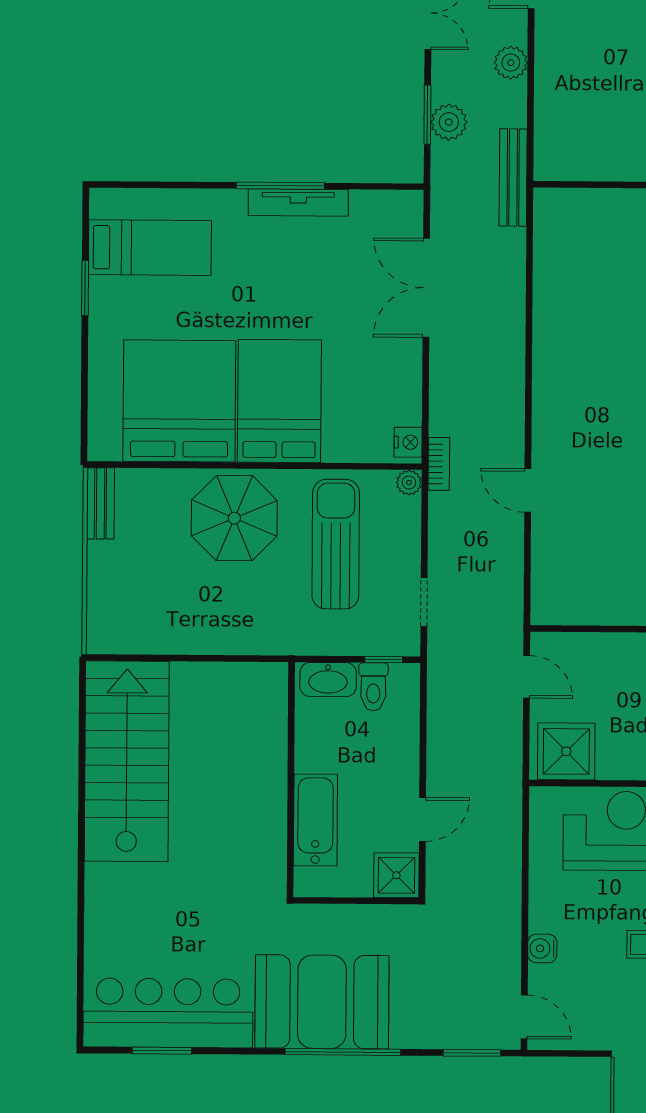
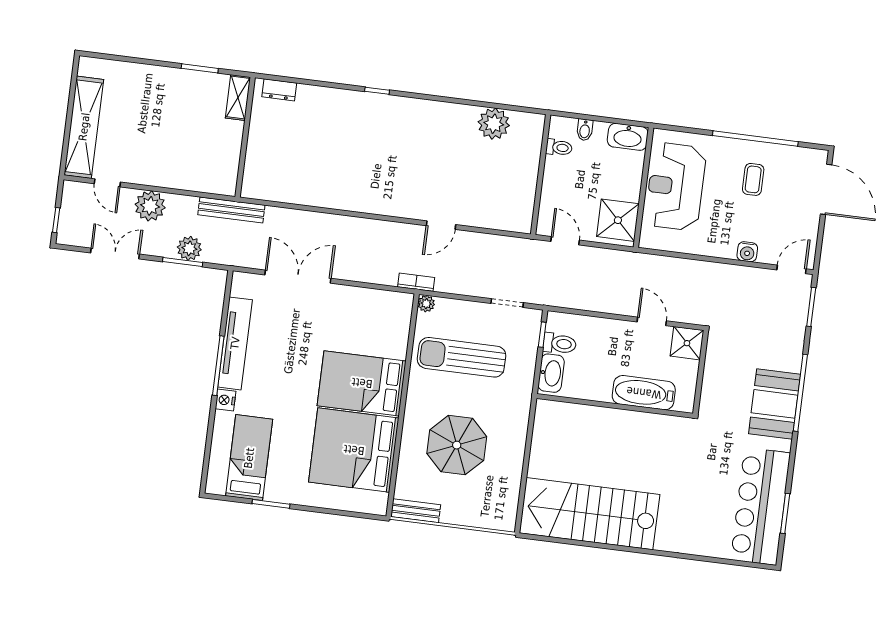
plant: (511, 63) -> (150, 206), width x1.36, depth x1.36
tv unit: (298, 203) -> (235, 343), width x1.36, depth x1.29
double door: (426, 288) -> (298, 277), swing flipped
nightstand: (408, 442) -> (226, 400), moved, turned -90
parasol: (234, 518) -> (457, 445), moved
door: (527, 677) -> (565, 241), hinge flipped
booth: (322, 1002) -> (775, 404), width x0.73, depth x0.70

